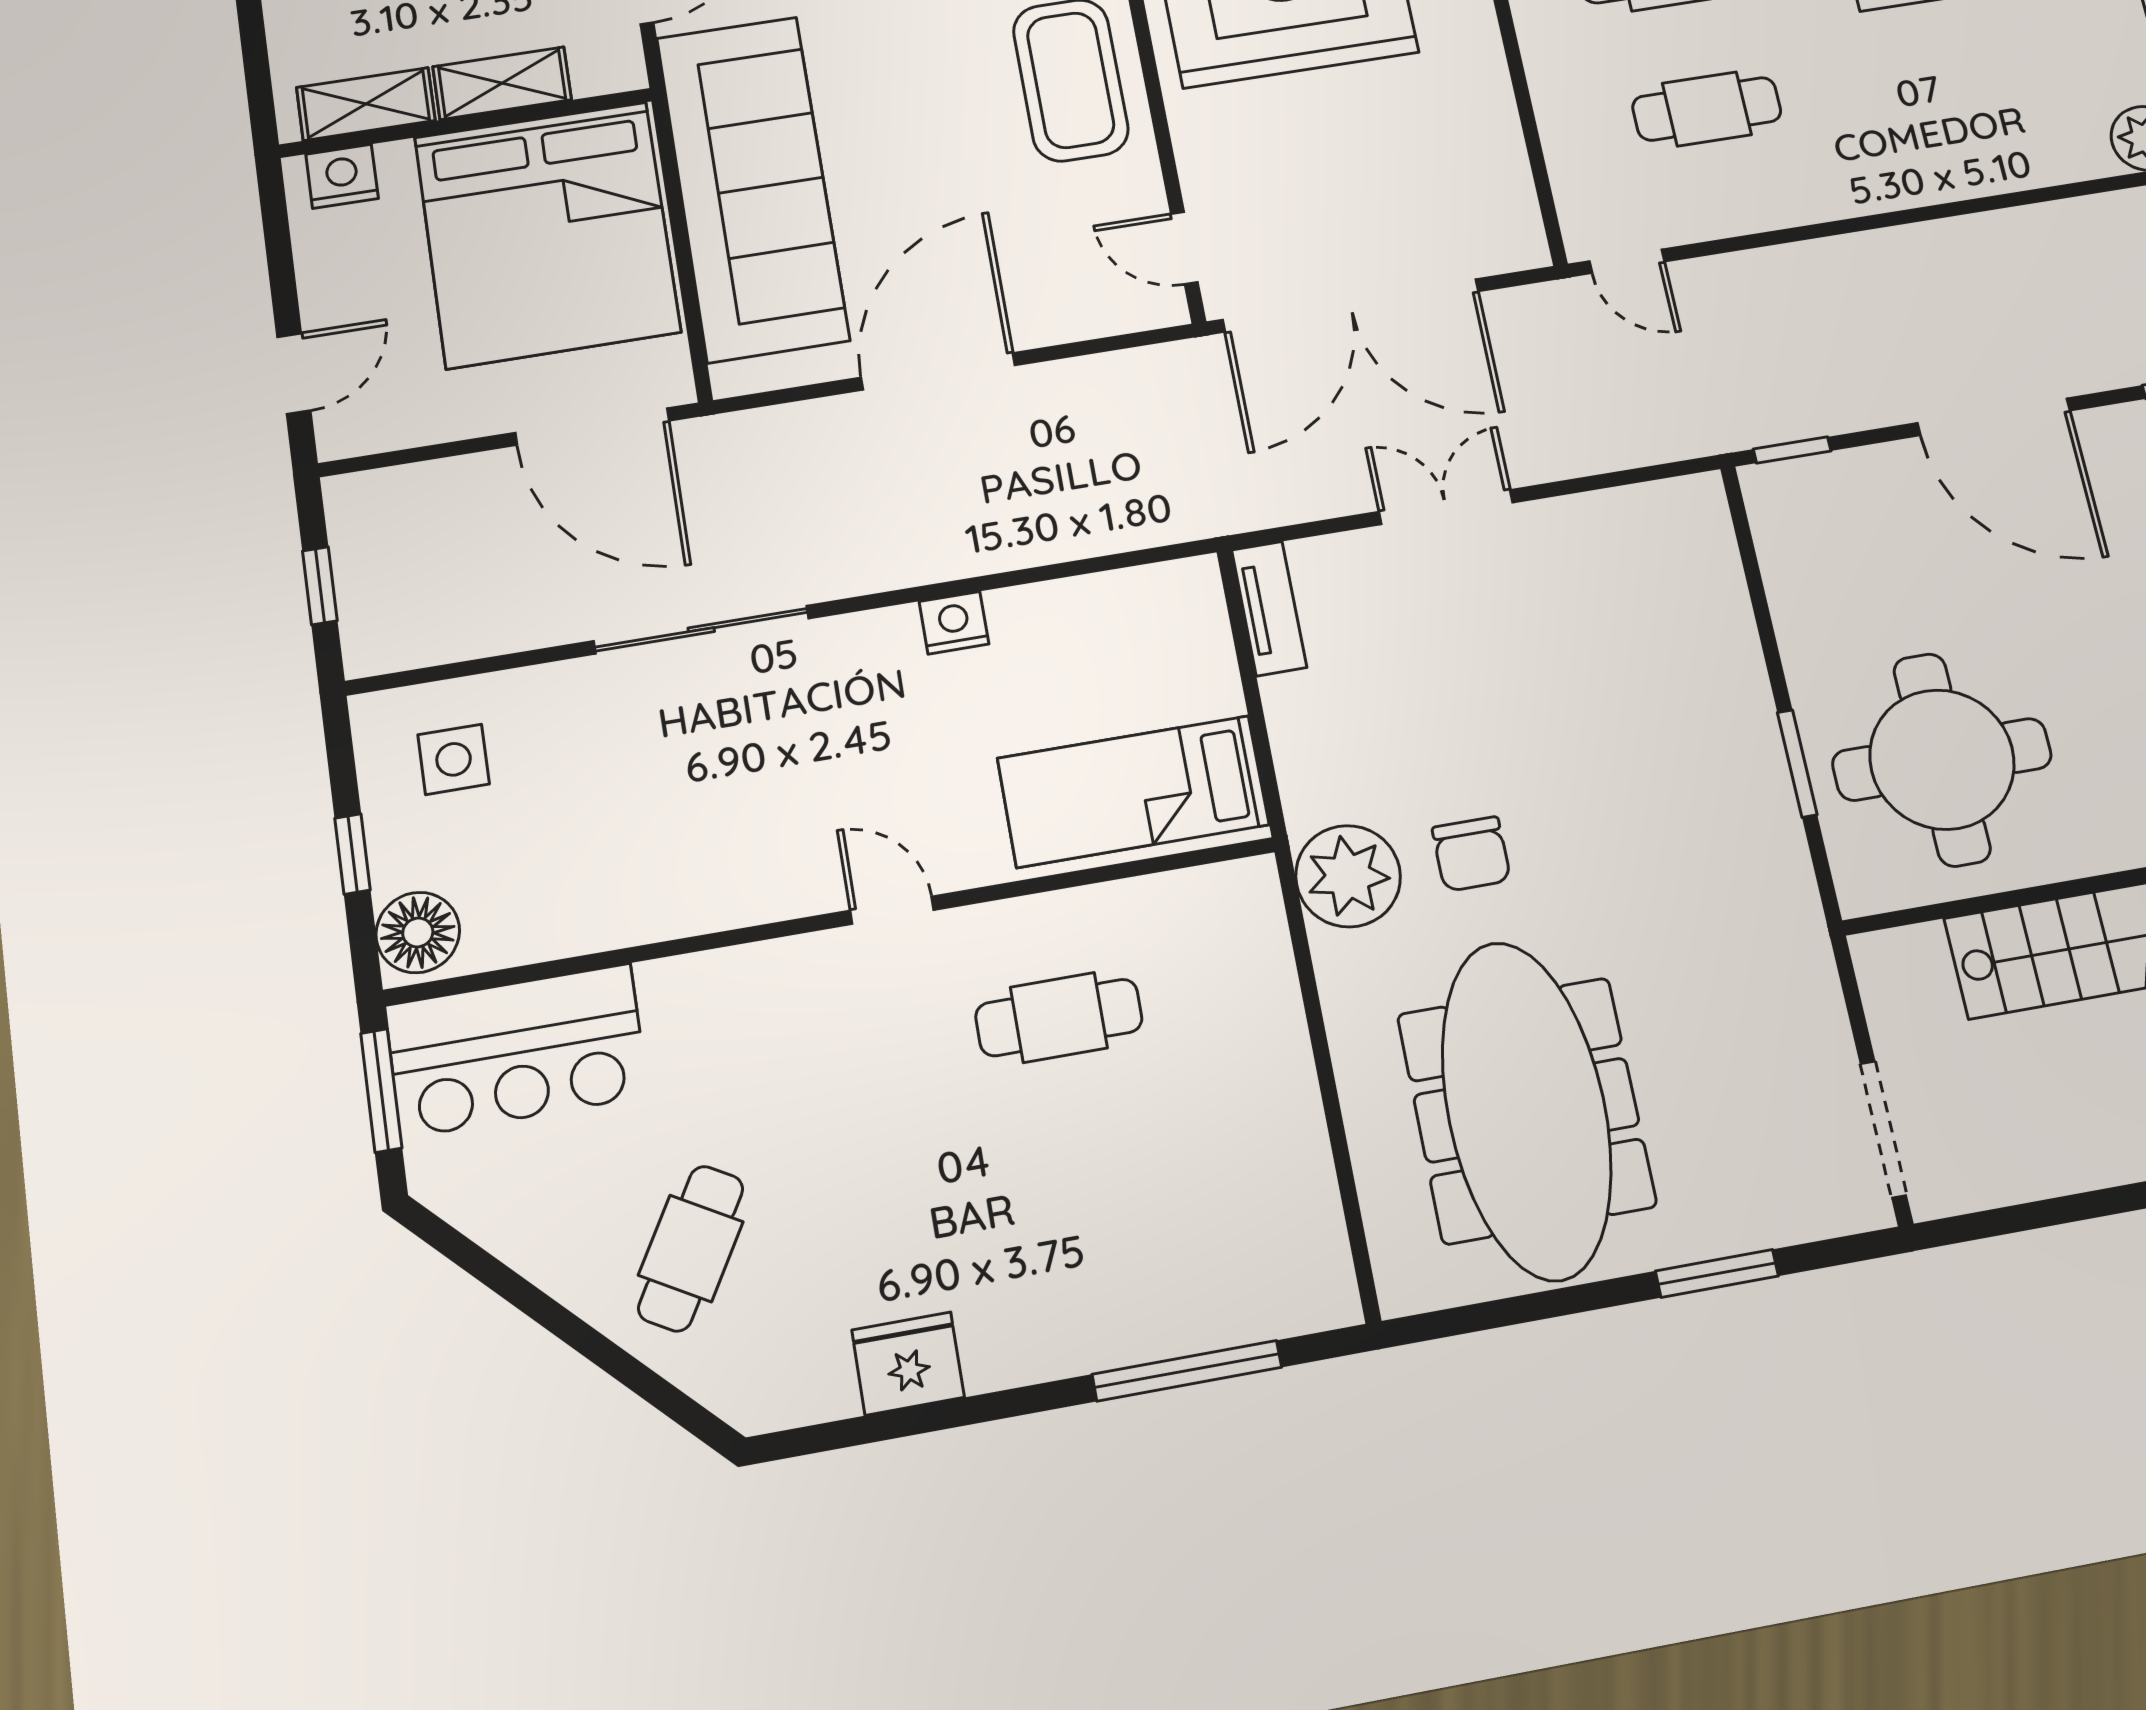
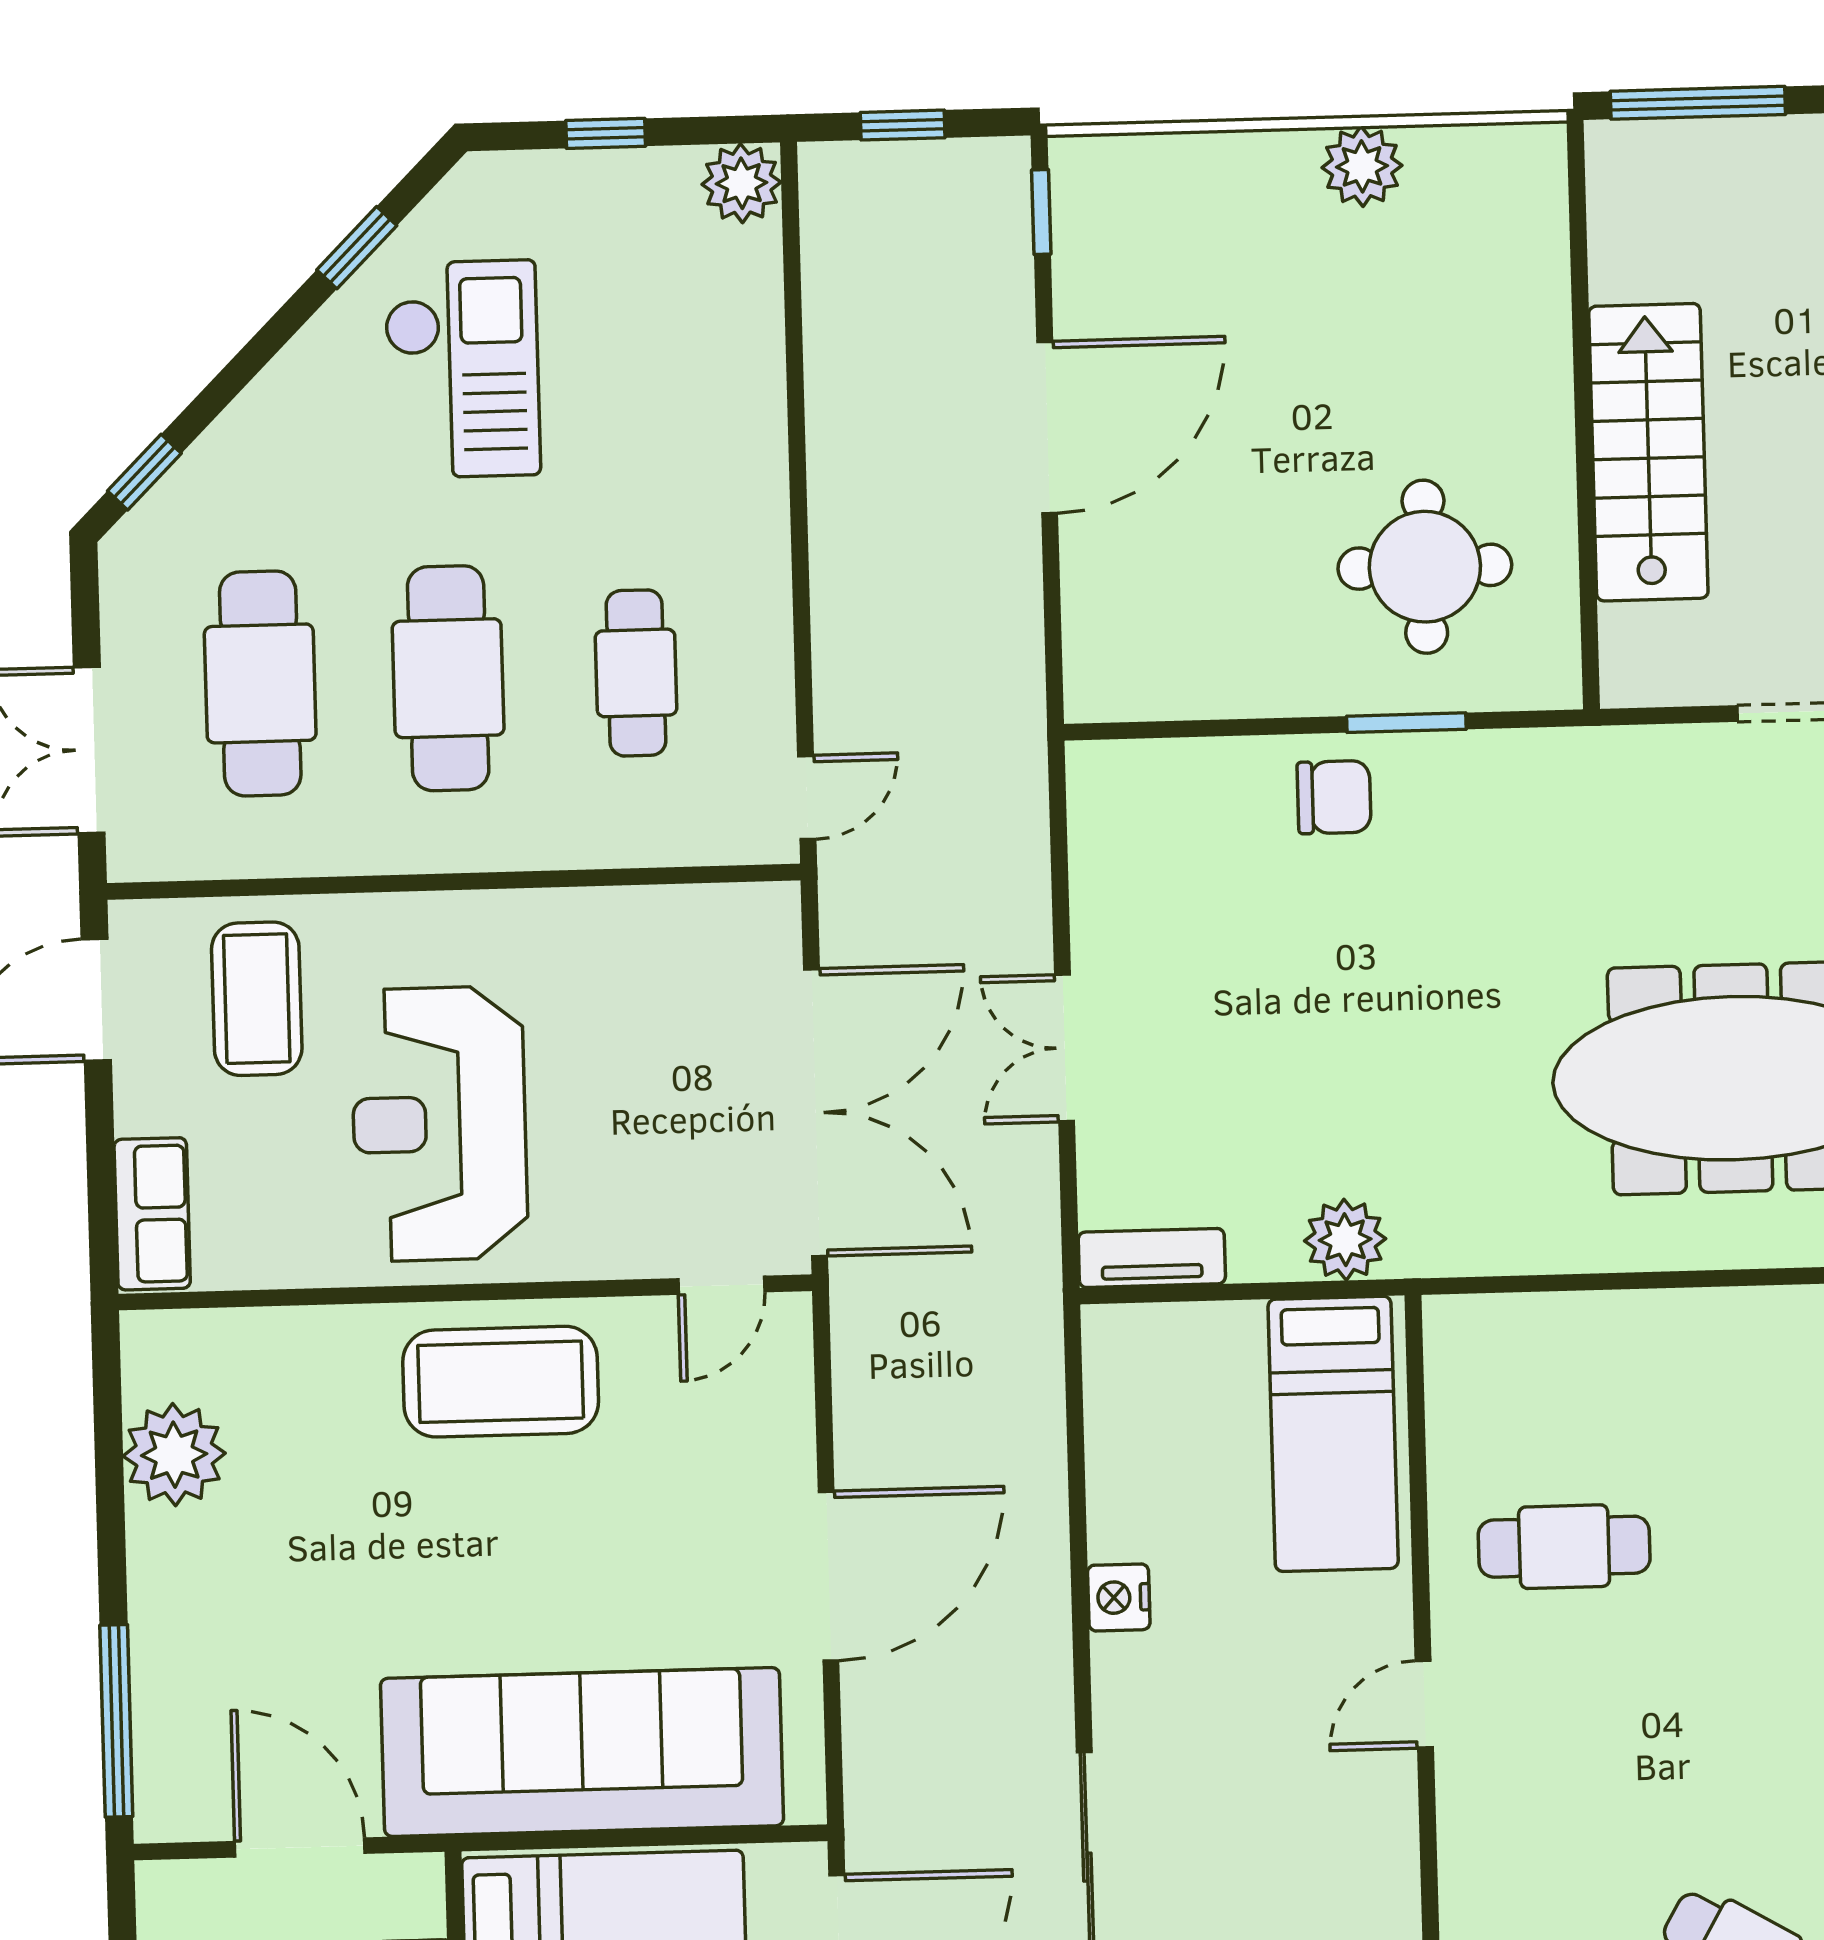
door: (938, 371) -> (829, 1576), swing flipped
window: (1792, 450) -> (1054, 658), removed
round table: (1942, 759) -> (1425, 567), width x0.73, depth x0.73
chair: (1471, 854) -> (1334, 797), moved
plant: (1348, 876) -> (1345, 1240), moved, width x0.73, depth x0.73
cafe table: (1059, 1018) -> (1564, 1547), turned 90

